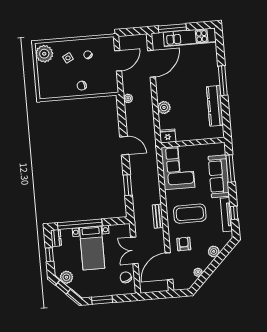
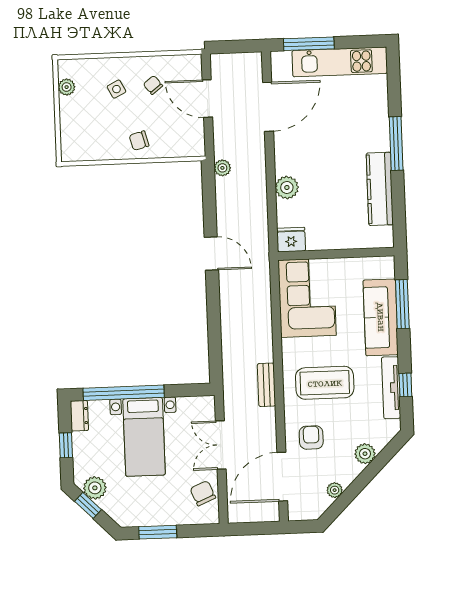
plant: (44, 54) -> (67, 87), width x0.53, depth x0.53
door: (118, 61) -> (207, 99), swing flipped
window: (128, 185) -> (214, 326), removed

